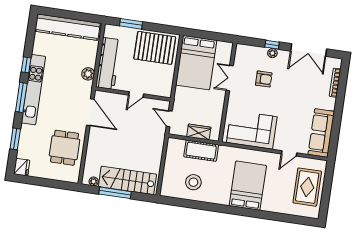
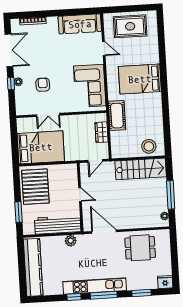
door: (90, 112) -> (104, 232), hinge flipped
cot: (201, 151) -> (117, 116), moved
stairs: (127, 180) -> (141, 169), moved, turned -90
stool: (193, 182) -> (149, 146), moved

